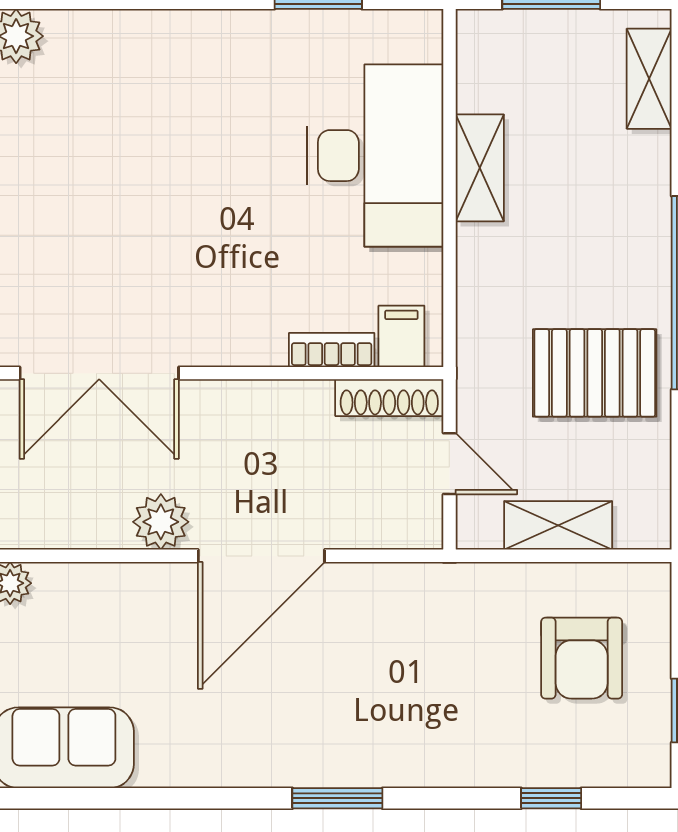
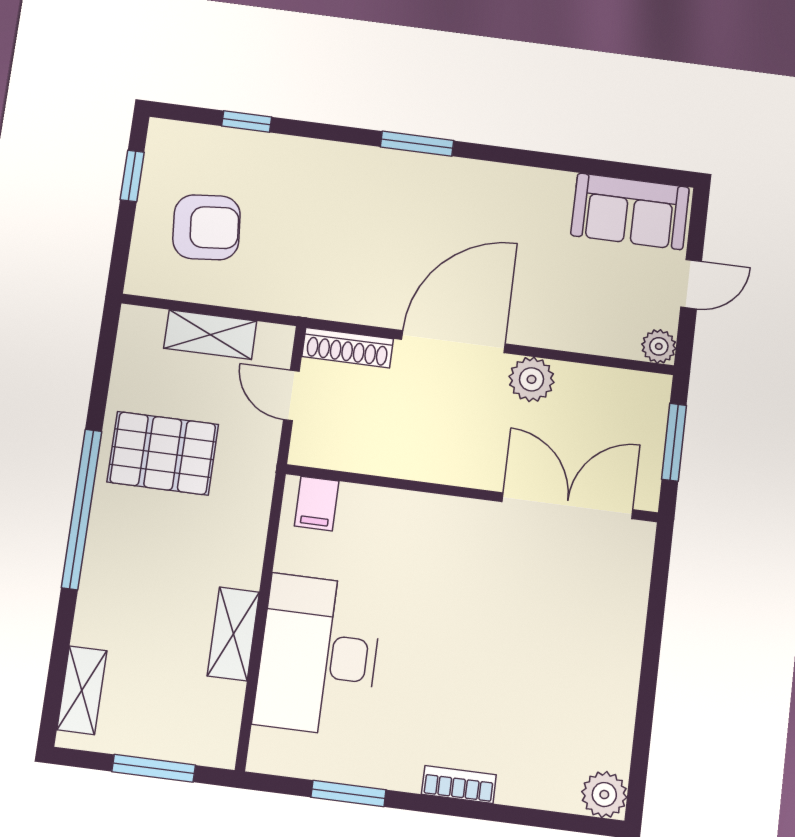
bookcase: (332, 350) -> (459, 784), moved, turned 180
shoe rack: (389, 398) -> (348, 348), moved, turned 180
armchair: (582, 658) -> (206, 227), turned 85

